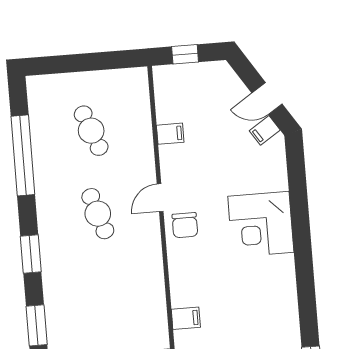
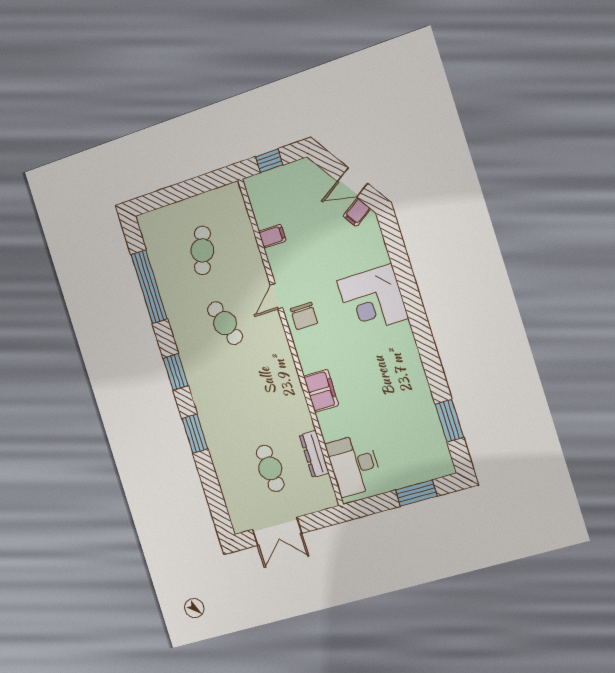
cafe table: (91, 131) -> (202, 250), turned 39
filing cabinet: (186, 318) -> (321, 391), width x2.00

